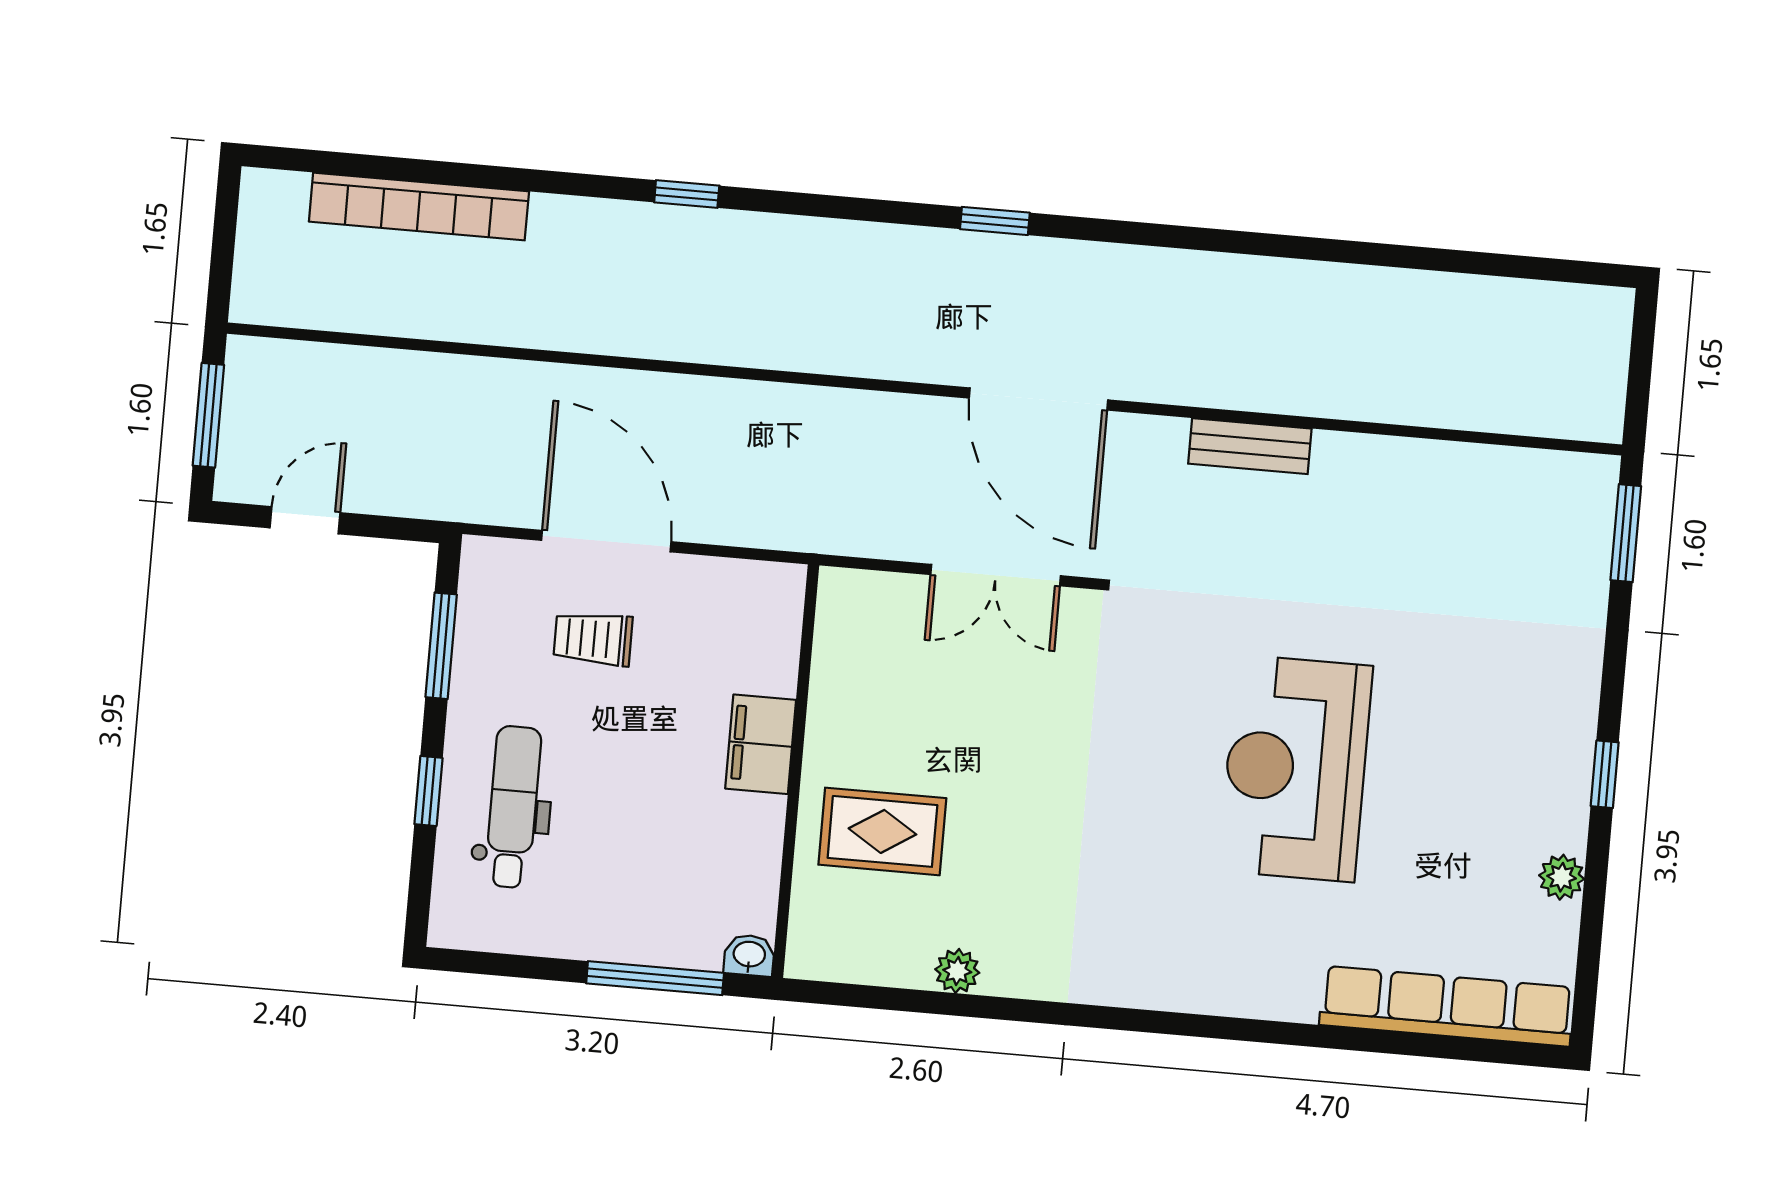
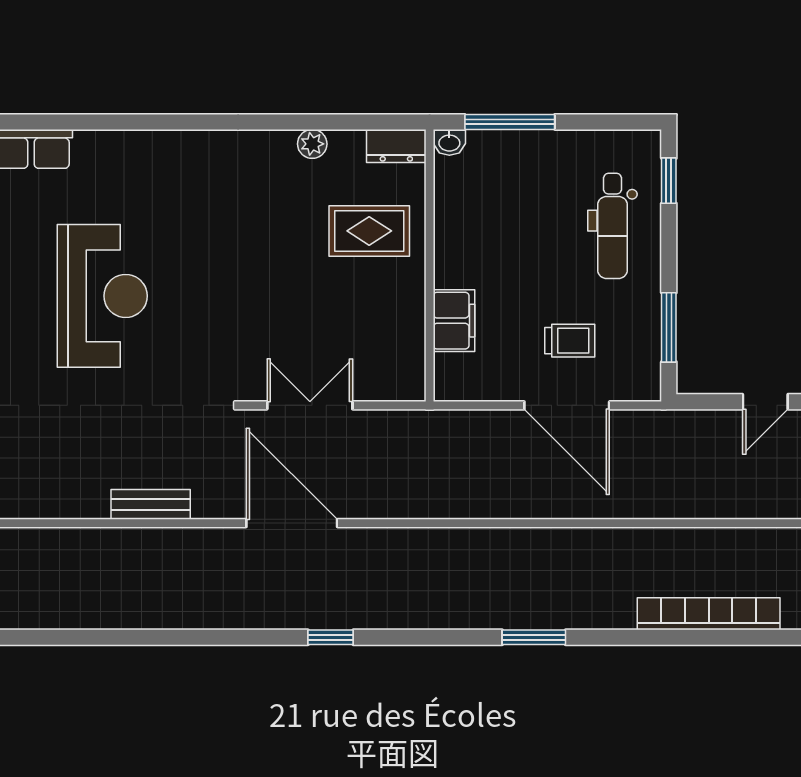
window: (687, 194) -> (534, 637), width x1.50
filing cabinet: (761, 744) -> (454, 321), moved
window: (428, 791) -> (669, 181), moved
dresser: (830, 957) -> (396, 146), added

